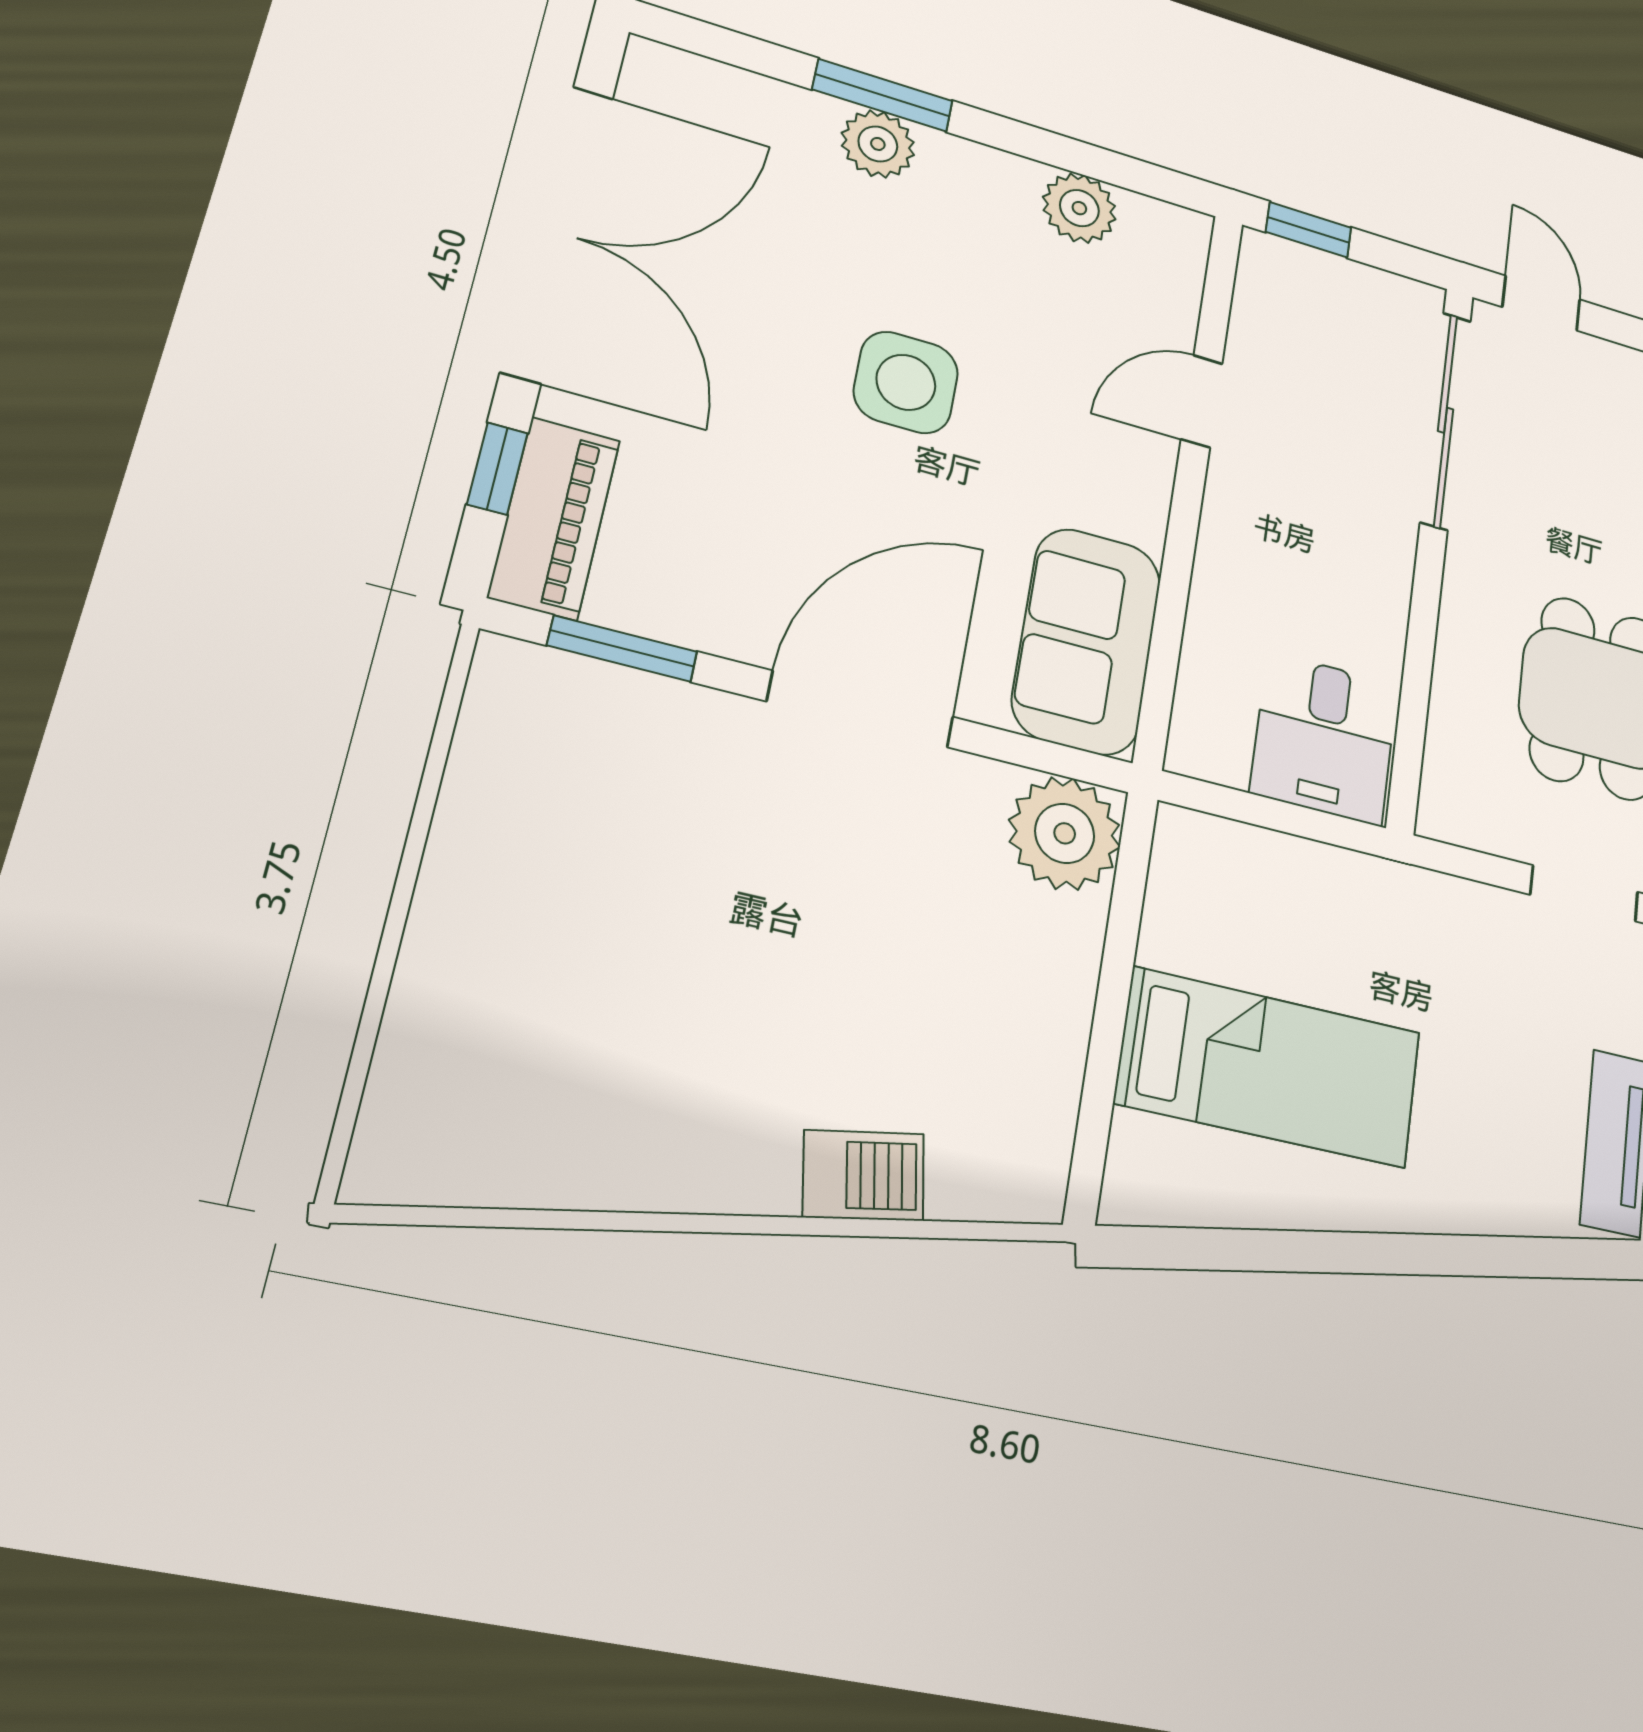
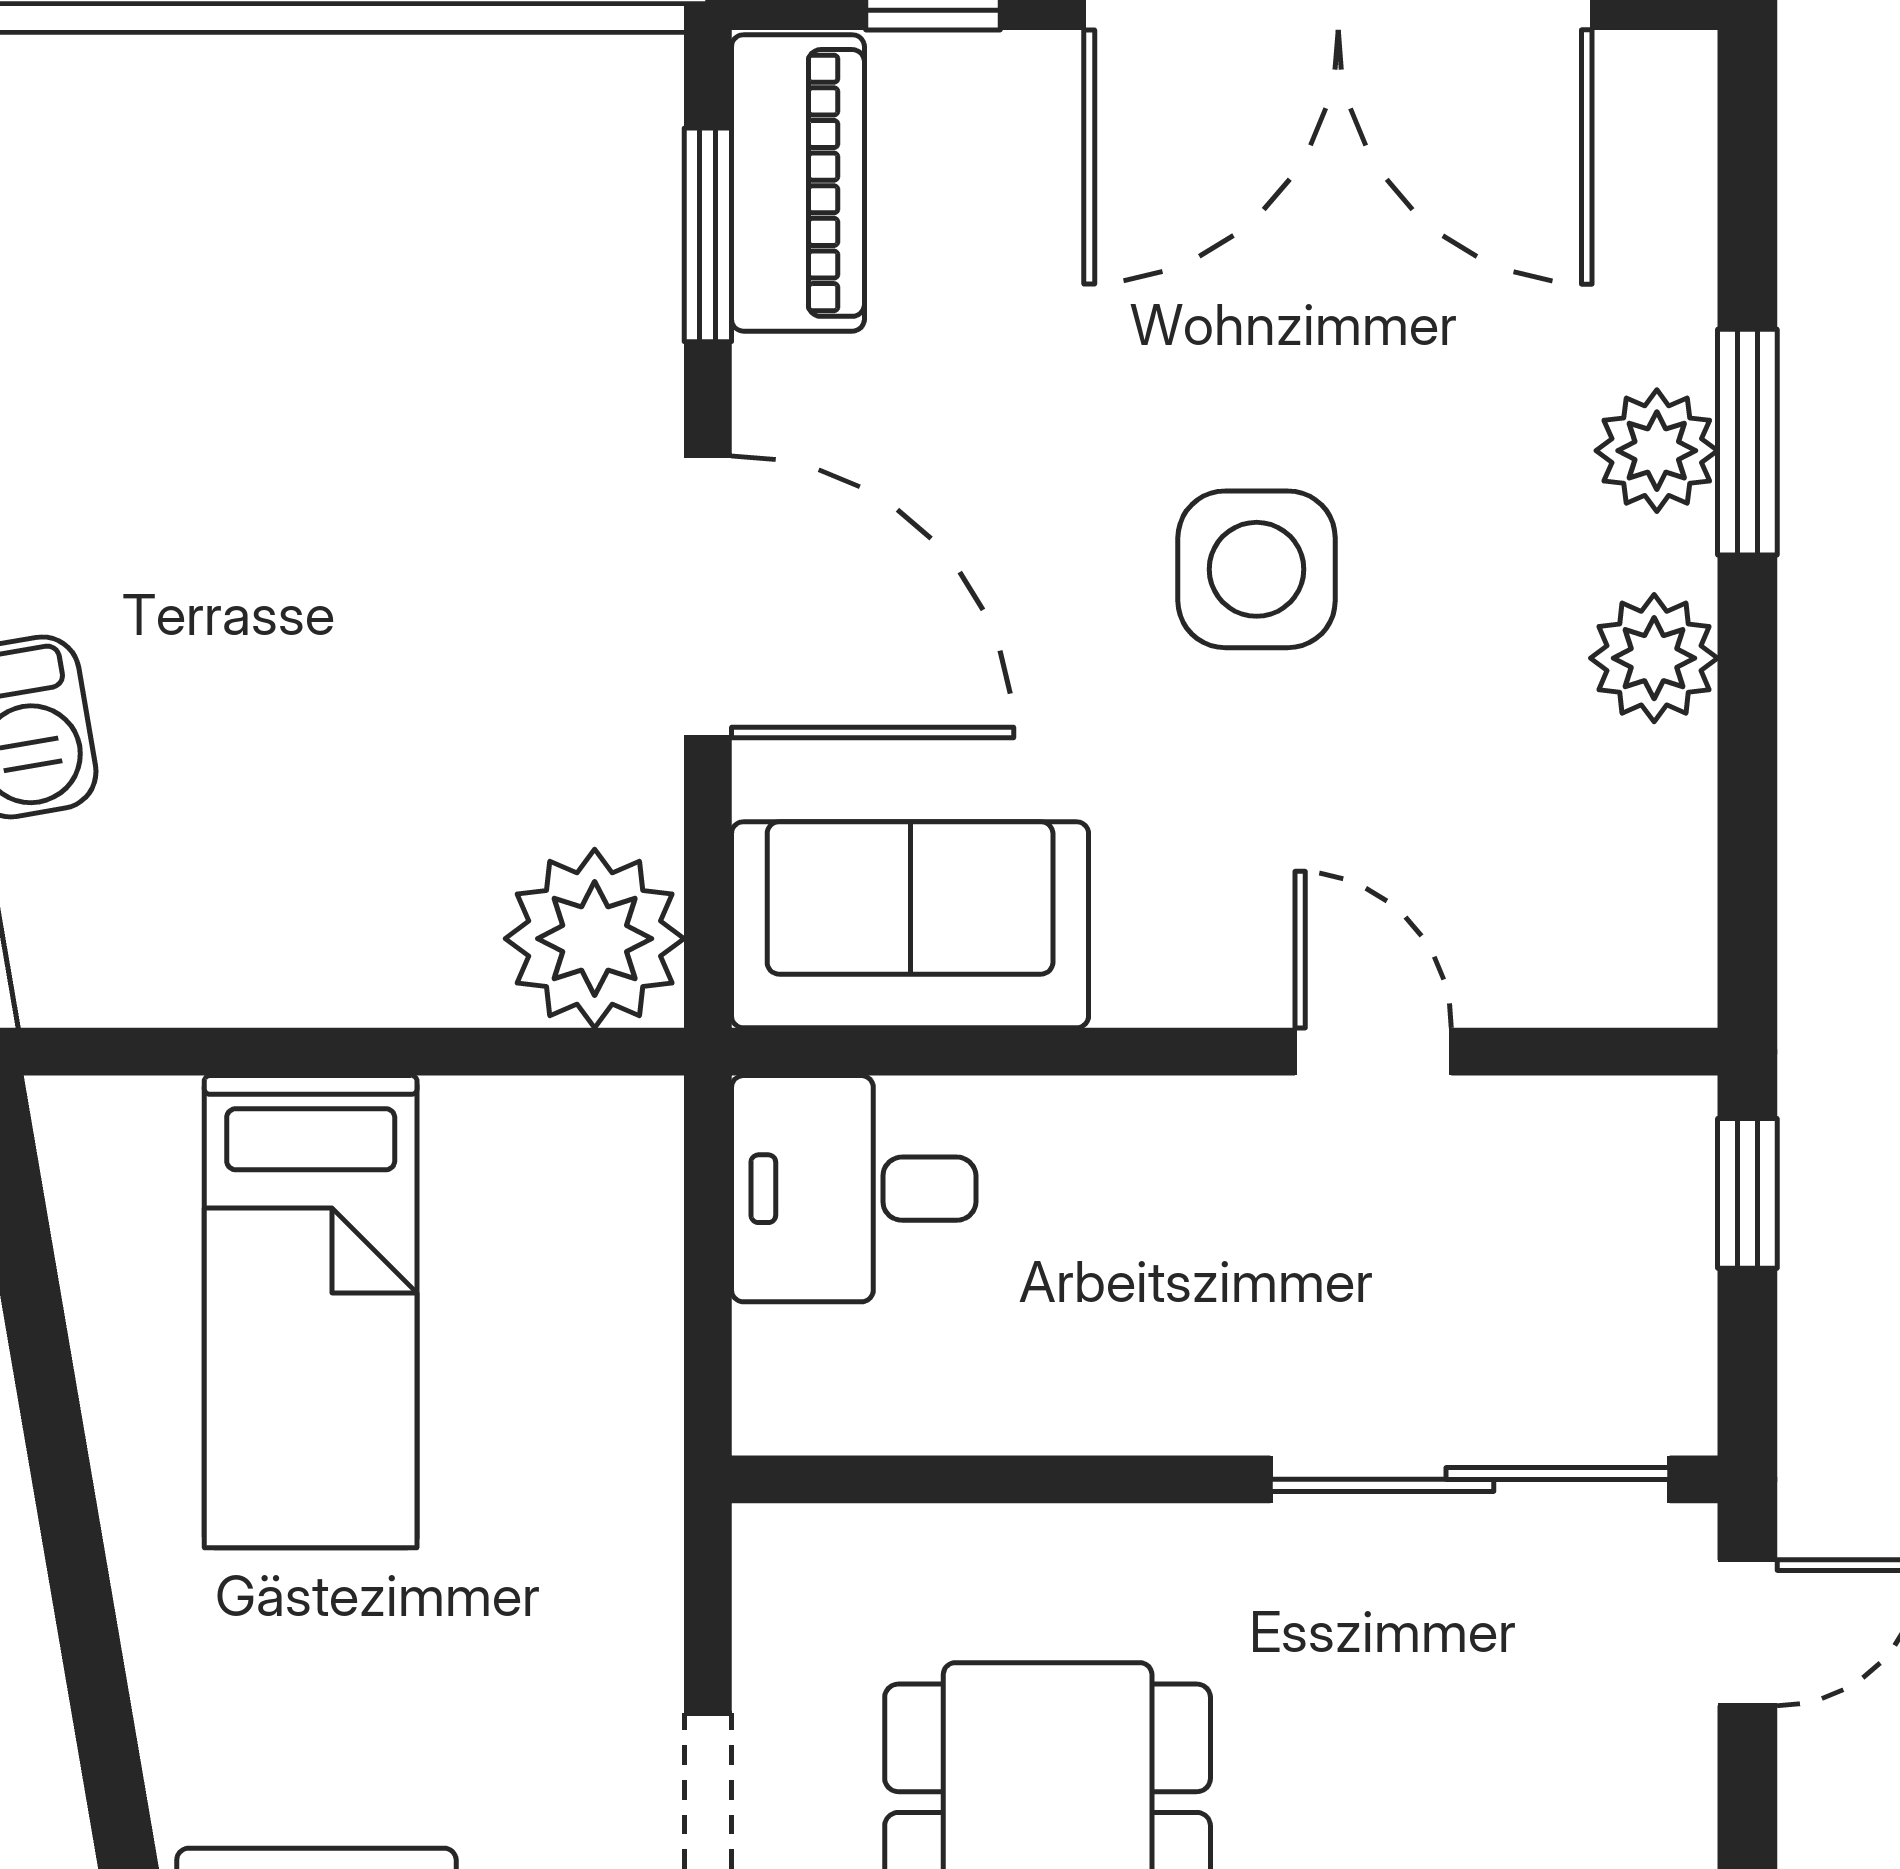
plant: (1079, 208) -> (1654, 658), moved
piano: (554, 518) -> (798, 183), moved, turned -90
desk: (1324, 738) -> (854, 1189), moved

